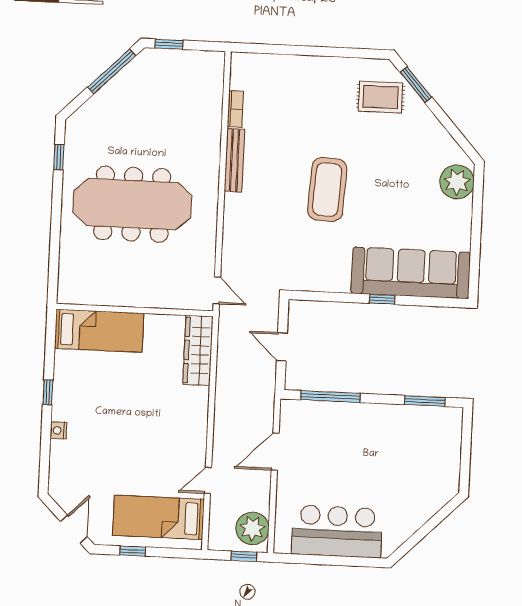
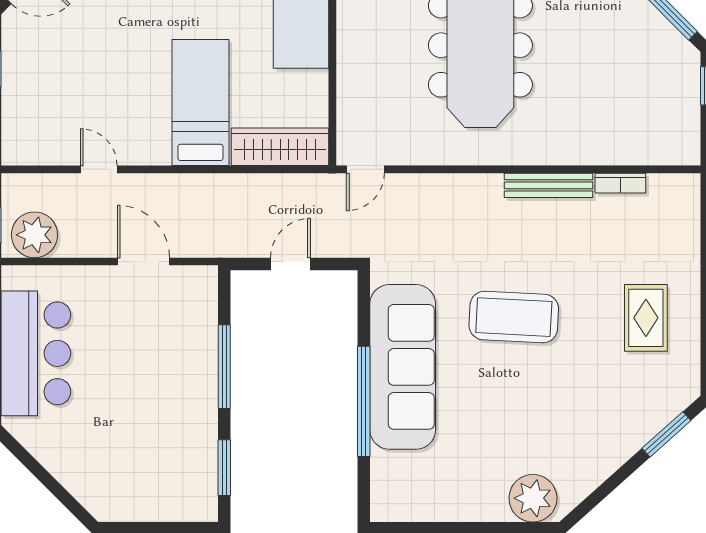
rug: (381, 97) -> (646, 318), moved
sofa: (411, 273) -> (403, 367), moved
window: (382, 299) -> (364, 401), width x3.17
window: (331, 397) -> (224, 367), moved
bed: (158, 517) -> (200, 103), moved

